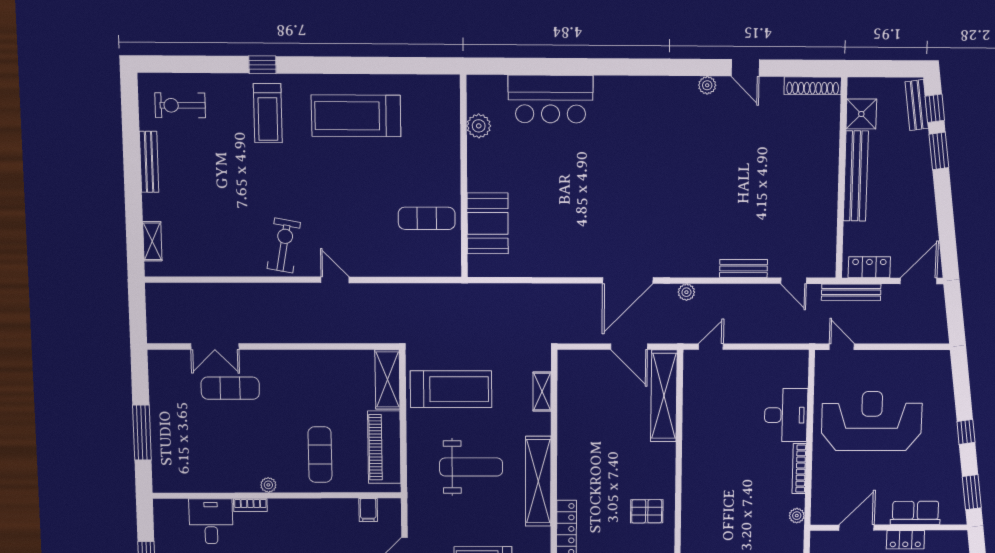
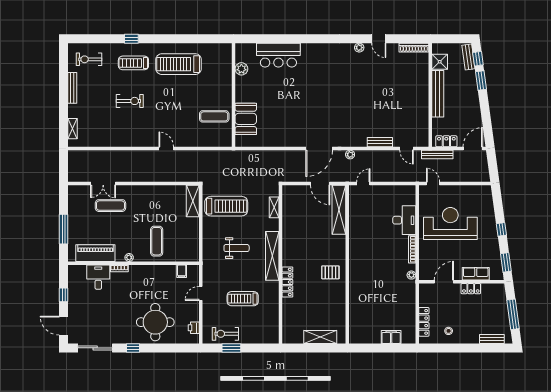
treadmill: (268, 113) -> (133, 63), turned 90
exercise bike: (284, 245) -> (130, 101), moved, turned 80
piano: (384, 447) -> (95, 253), moved, turned 90
weight bench: (471, 467) -> (237, 248), width x0.73, depth x0.75

